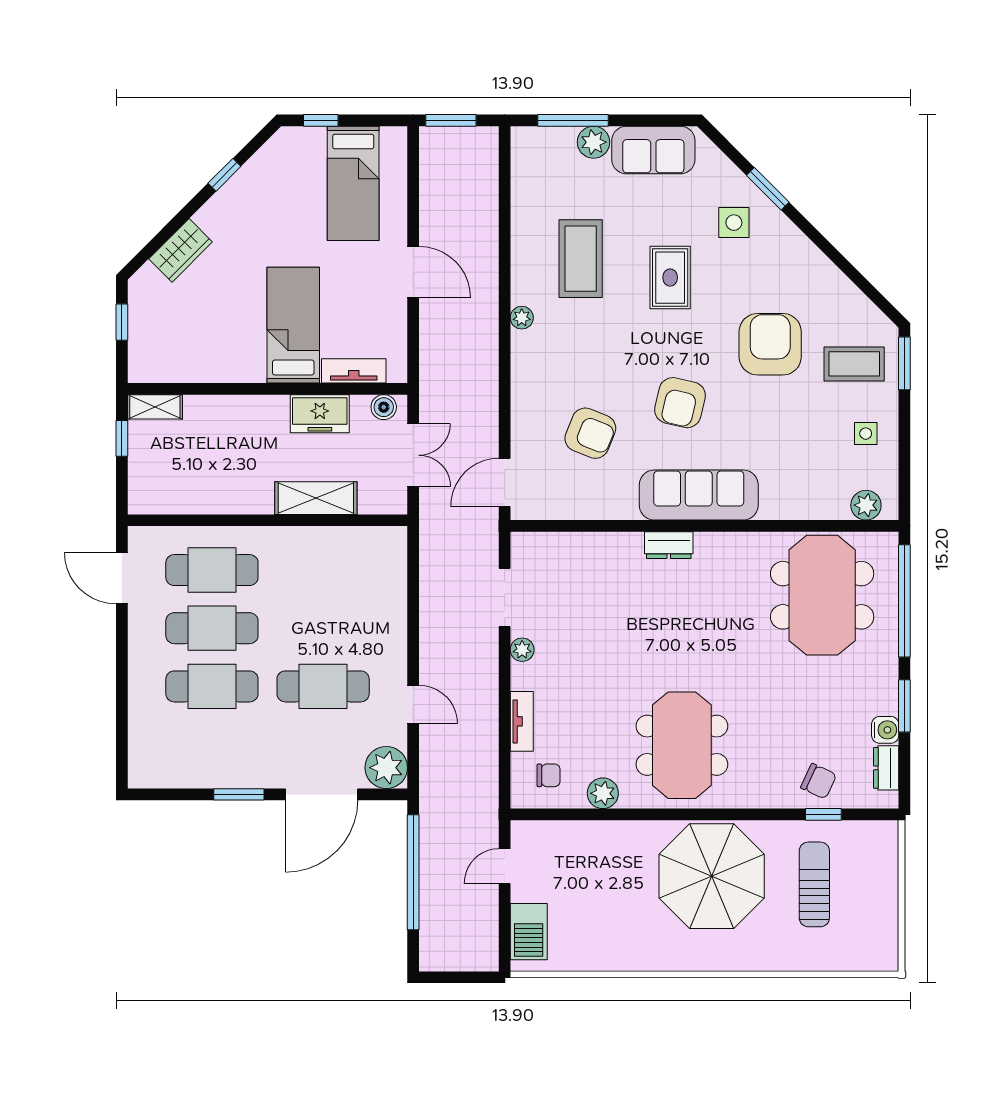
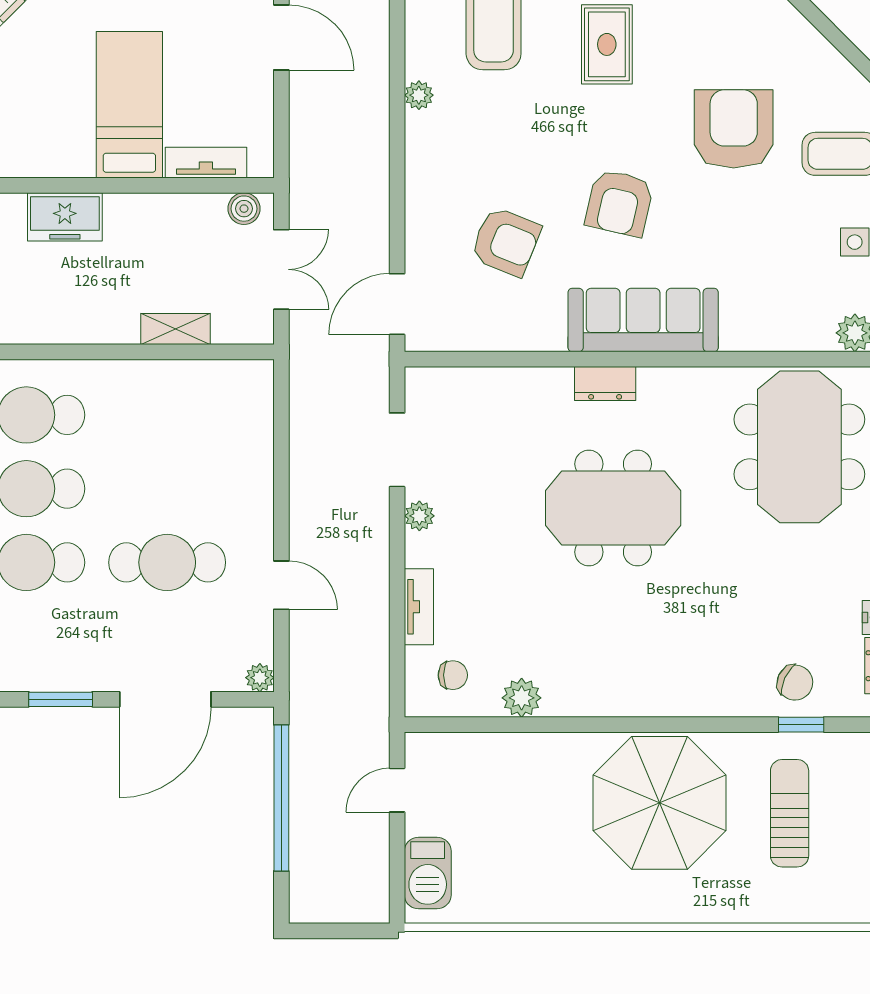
freezer: (320, 414) -> (65, 217), moved
shelving: (316, 498) -> (175, 329), width x0.67, depth x0.75
meeting table: (682, 745) -> (613, 508), moved, turned 90
plant: (386, 768) -> (260, 678), width x0.53, depth x0.53

